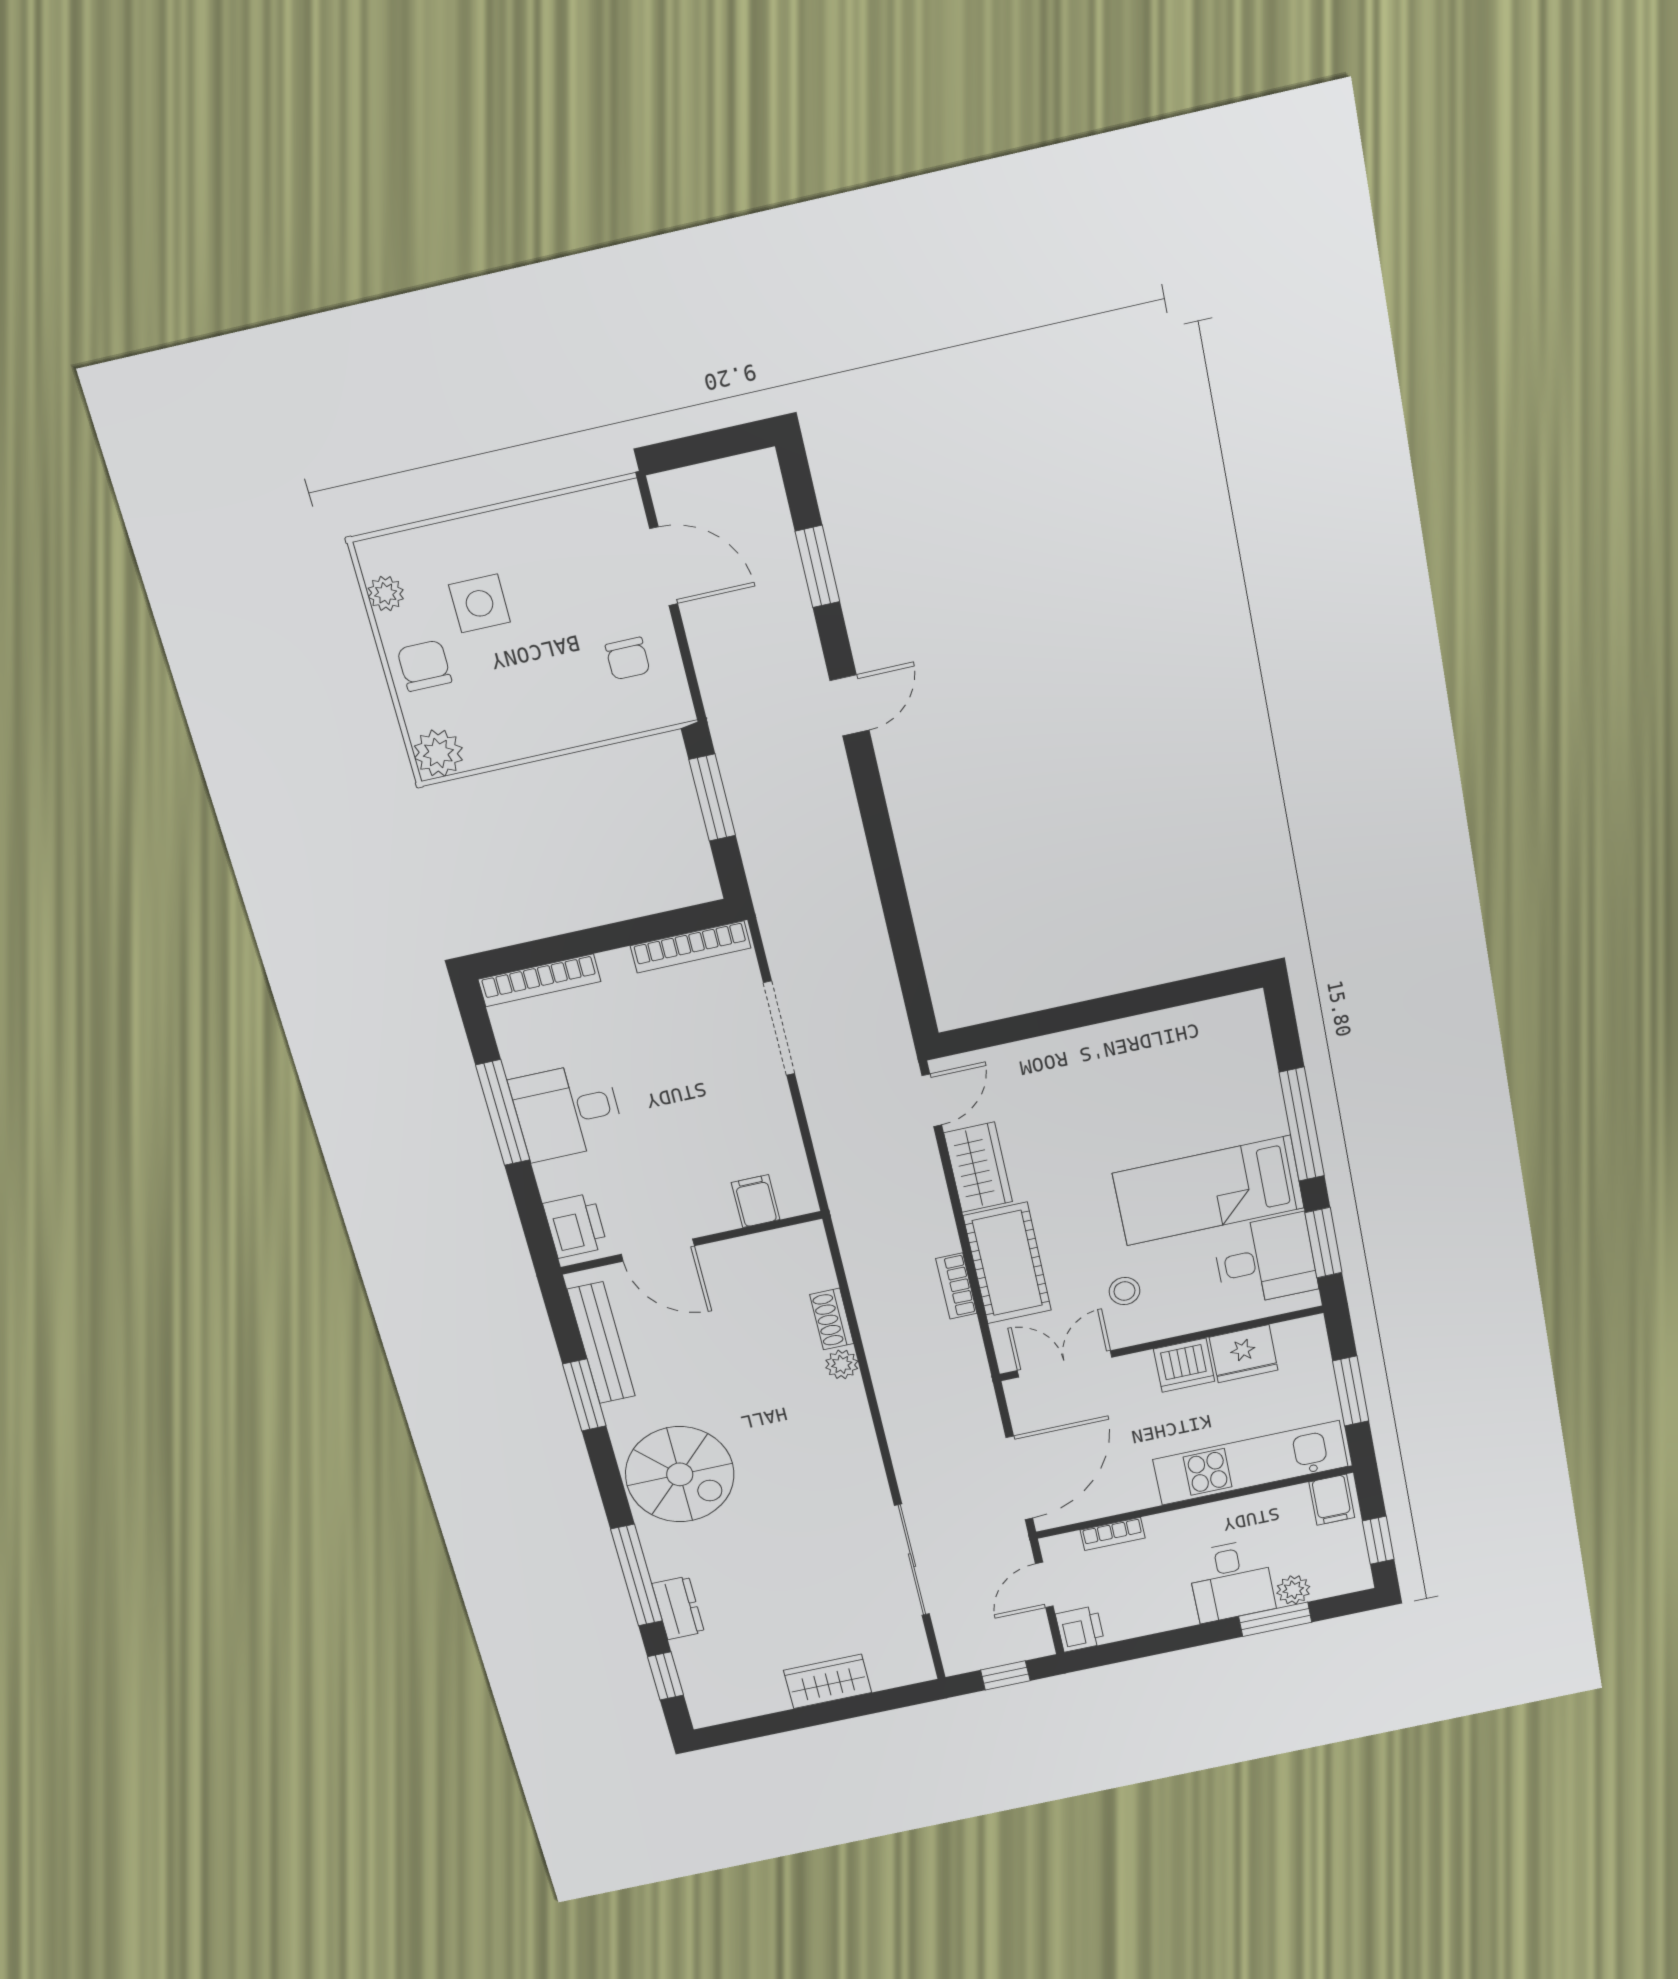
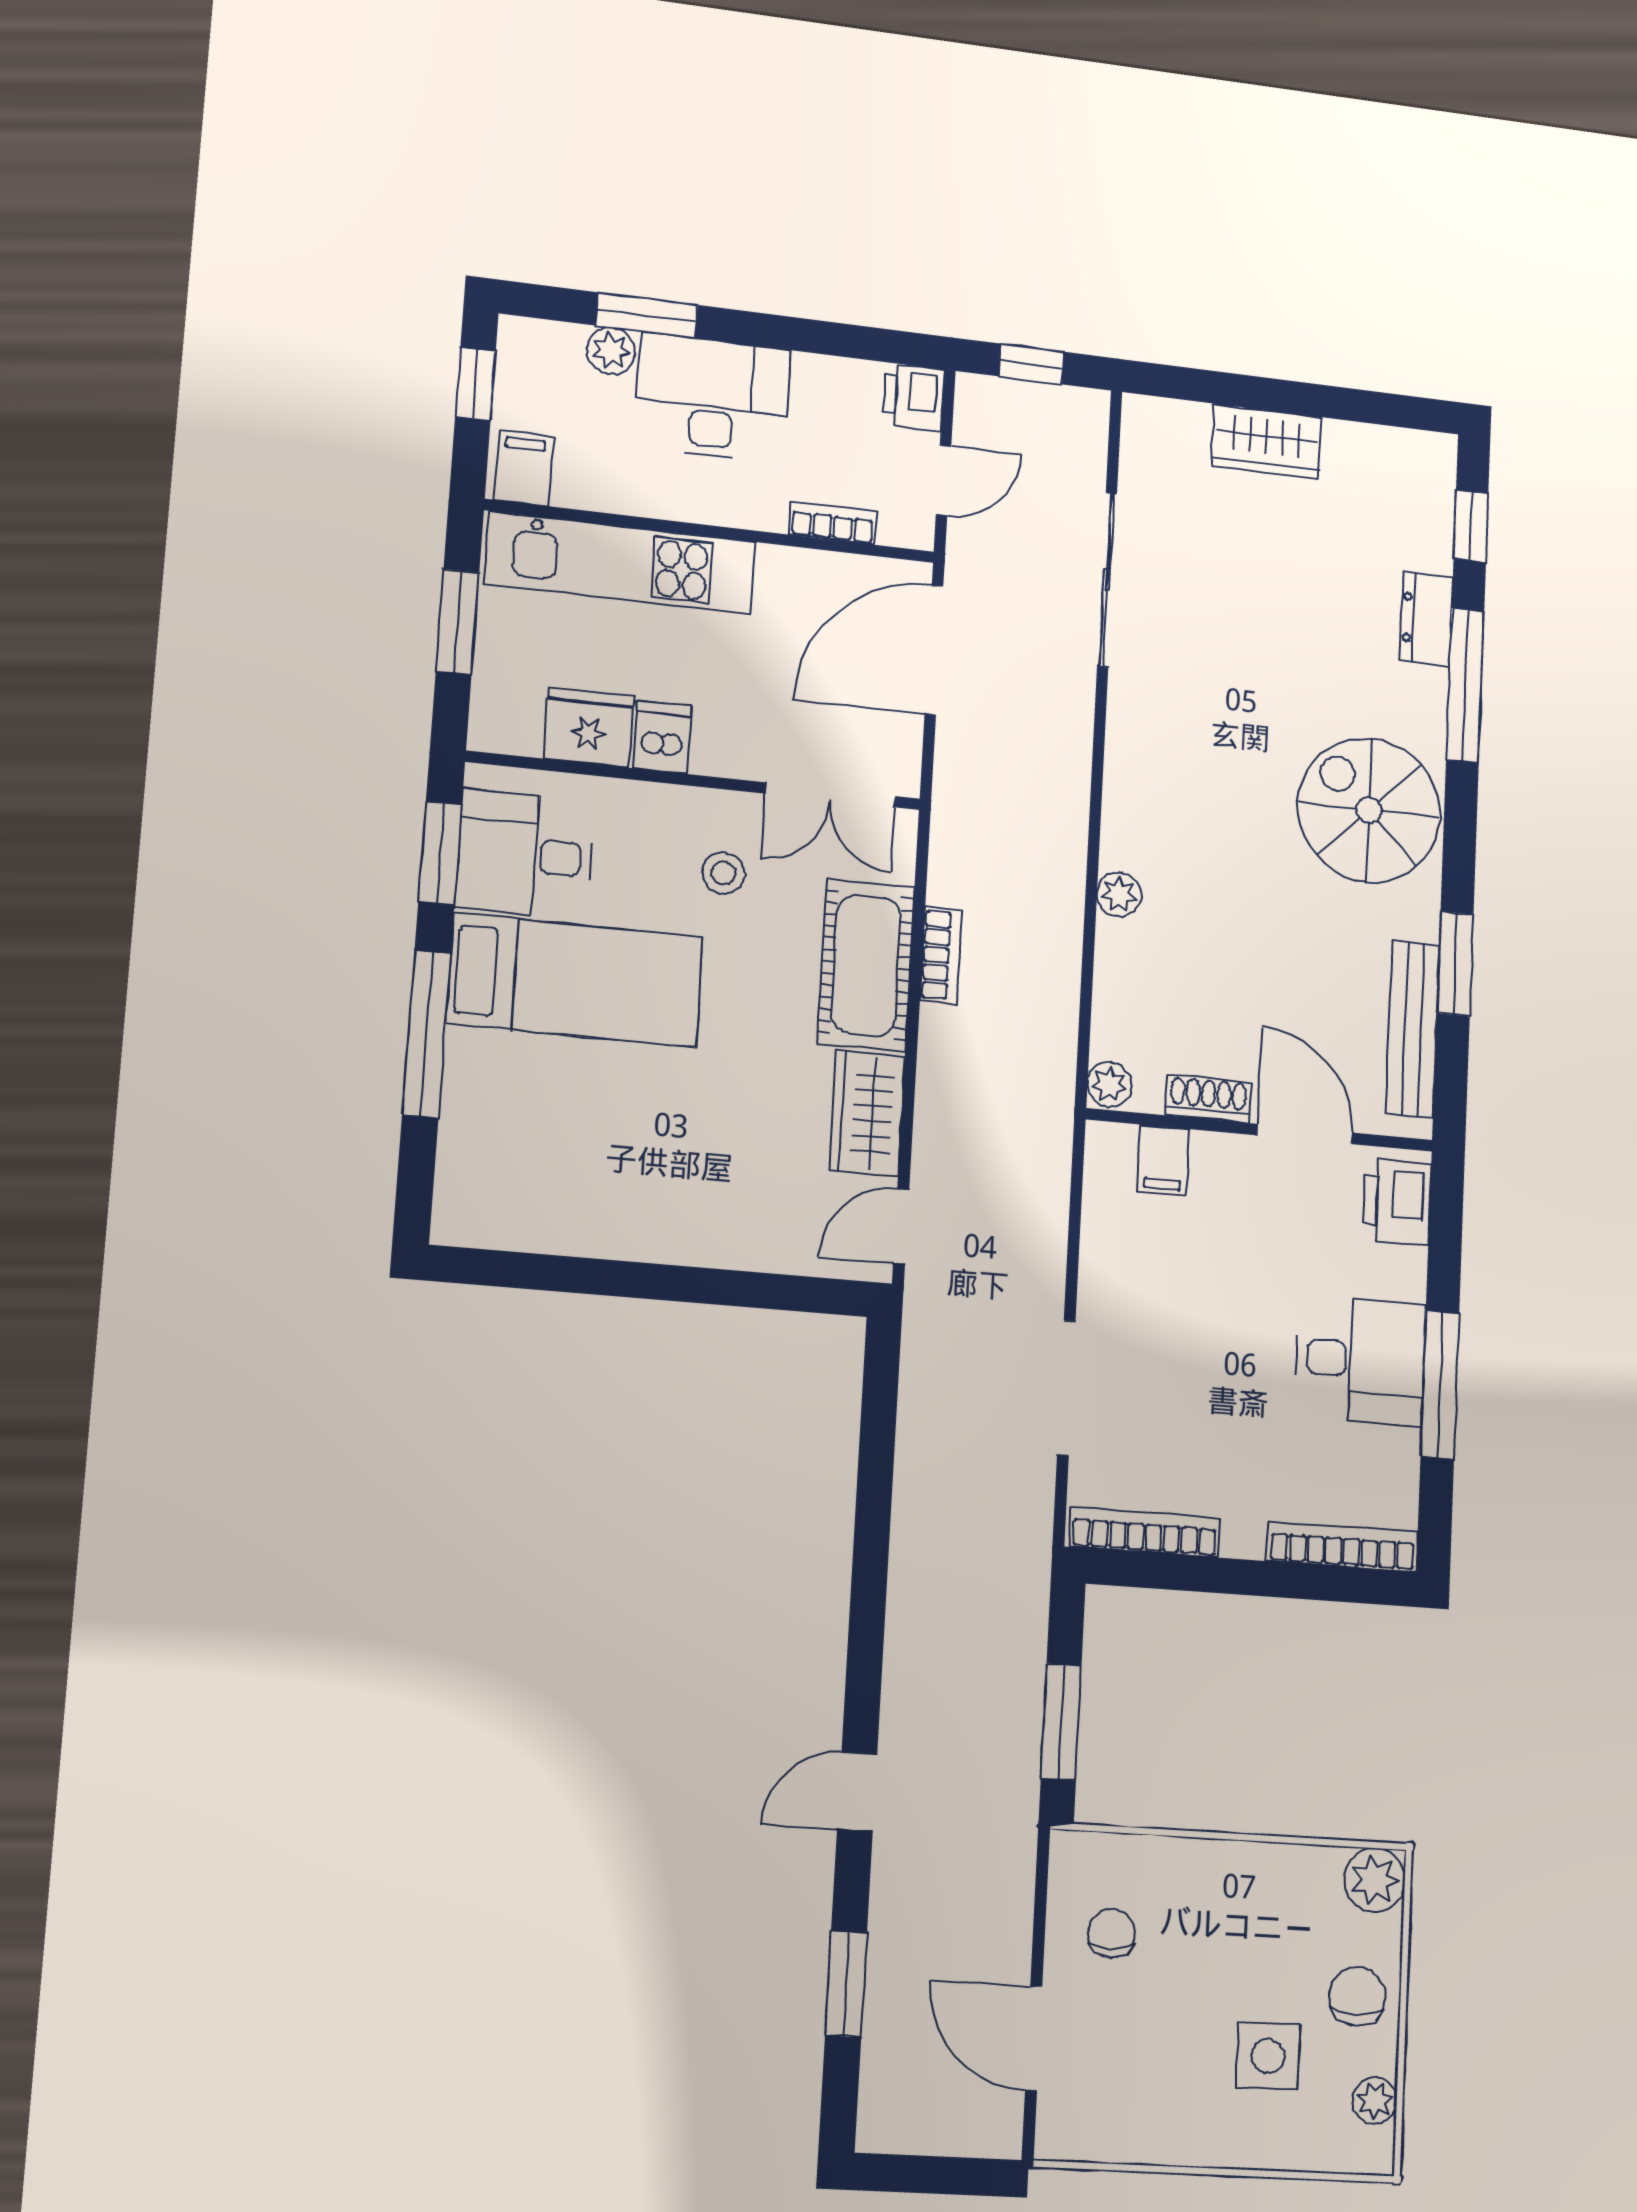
chair: (424, 666) -> (1357, 1996), turned 180
plant: (810, 1239) -> (1110, 1084), added
shoe rack: (832, 1319) -> (1208, 1099), moved, turned -90
dishwasher: (1184, 1365) -> (662, 737), width x0.73
desk: (1231, 1581) -> (712, 398), width x1.37

